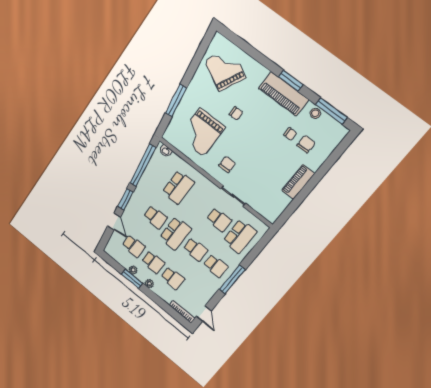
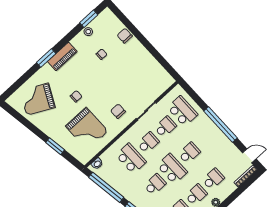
window: (291, 81) -> (46, 58), moved
piano: (284, 94) -> (62, 56), width x0.73, depth x0.75
window: (176, 100) -> (55, 146), width x0.69
window: (331, 111) -> (89, 19), width x0.69
chair: (306, 144) -> (125, 36), moved
piano: (298, 182) -> (143, 54), removed
school desk: (216, 266) -> (148, 143), moved
window: (232, 280) -> (220, 124), width x1.46

